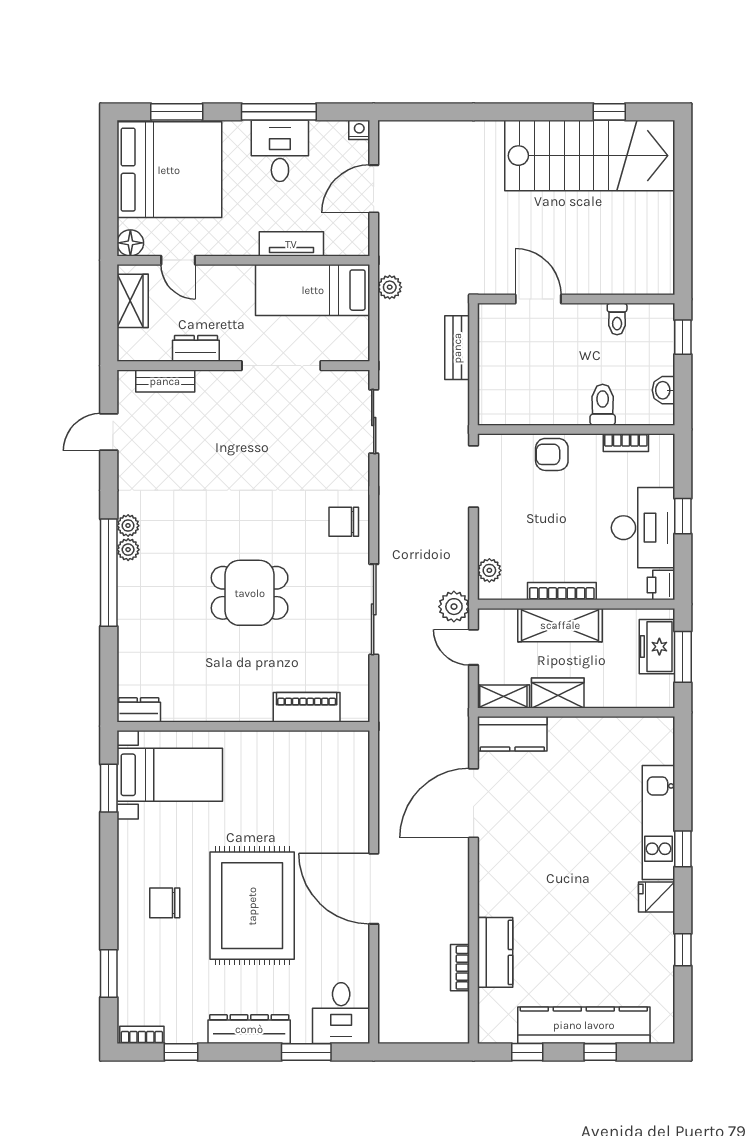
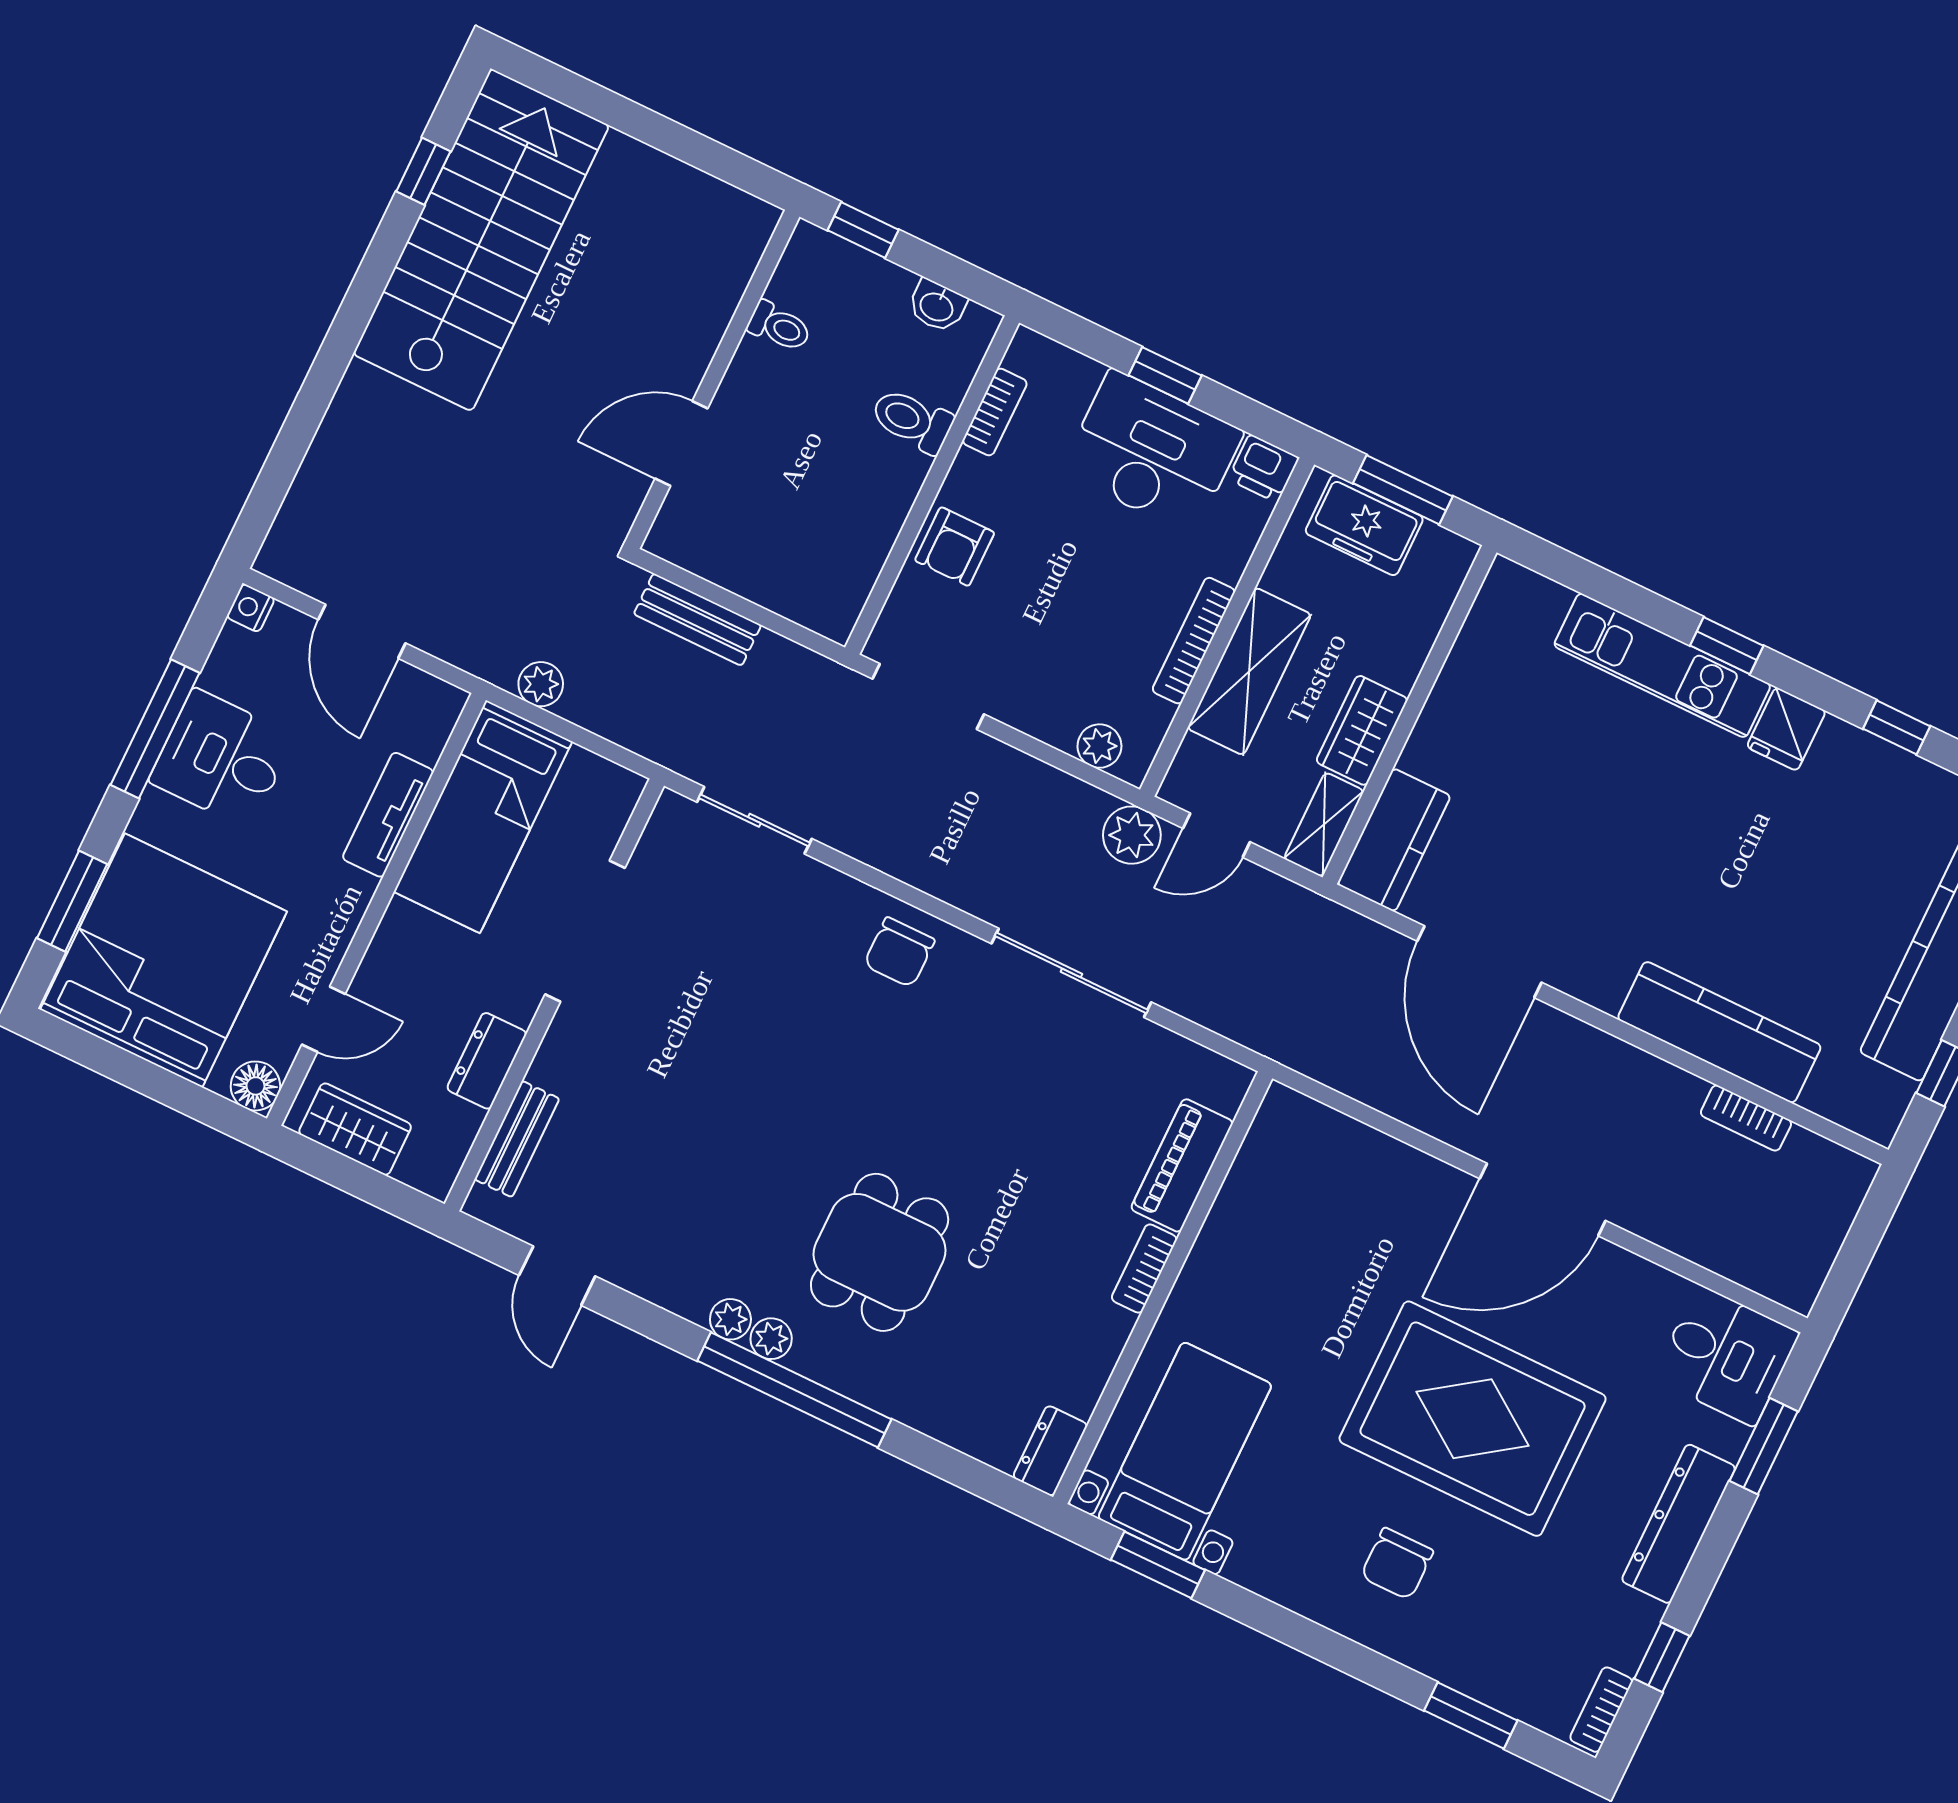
dining table: (250, 593) -> (880, 1252), moved
bookcase: (248, 713) -> (1144, 1269), added
kitchen counter: (495, 952) -> (1719, 1032), width x1.50

